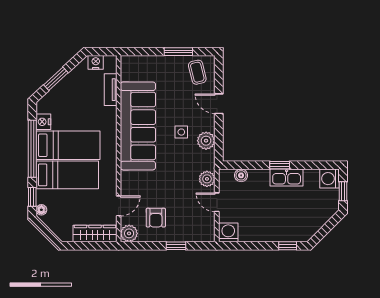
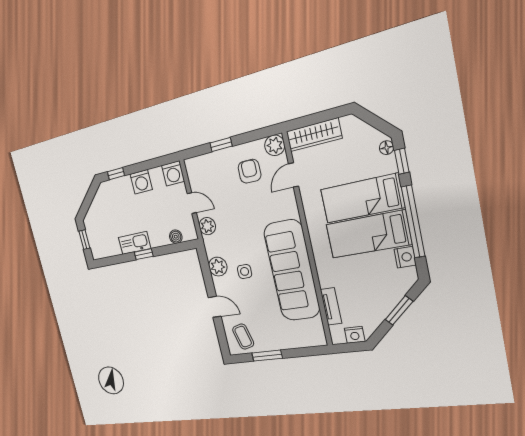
washing machine: (330, 179) -> (141, 182), moved, turned 90

